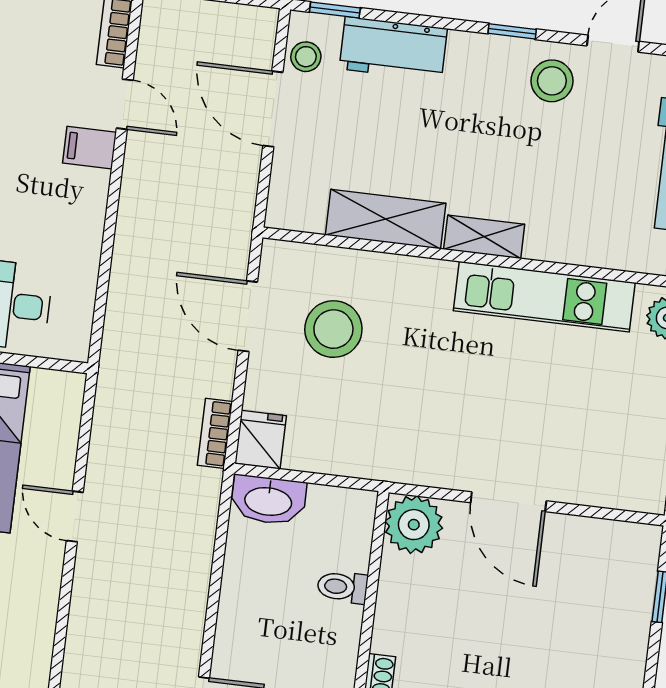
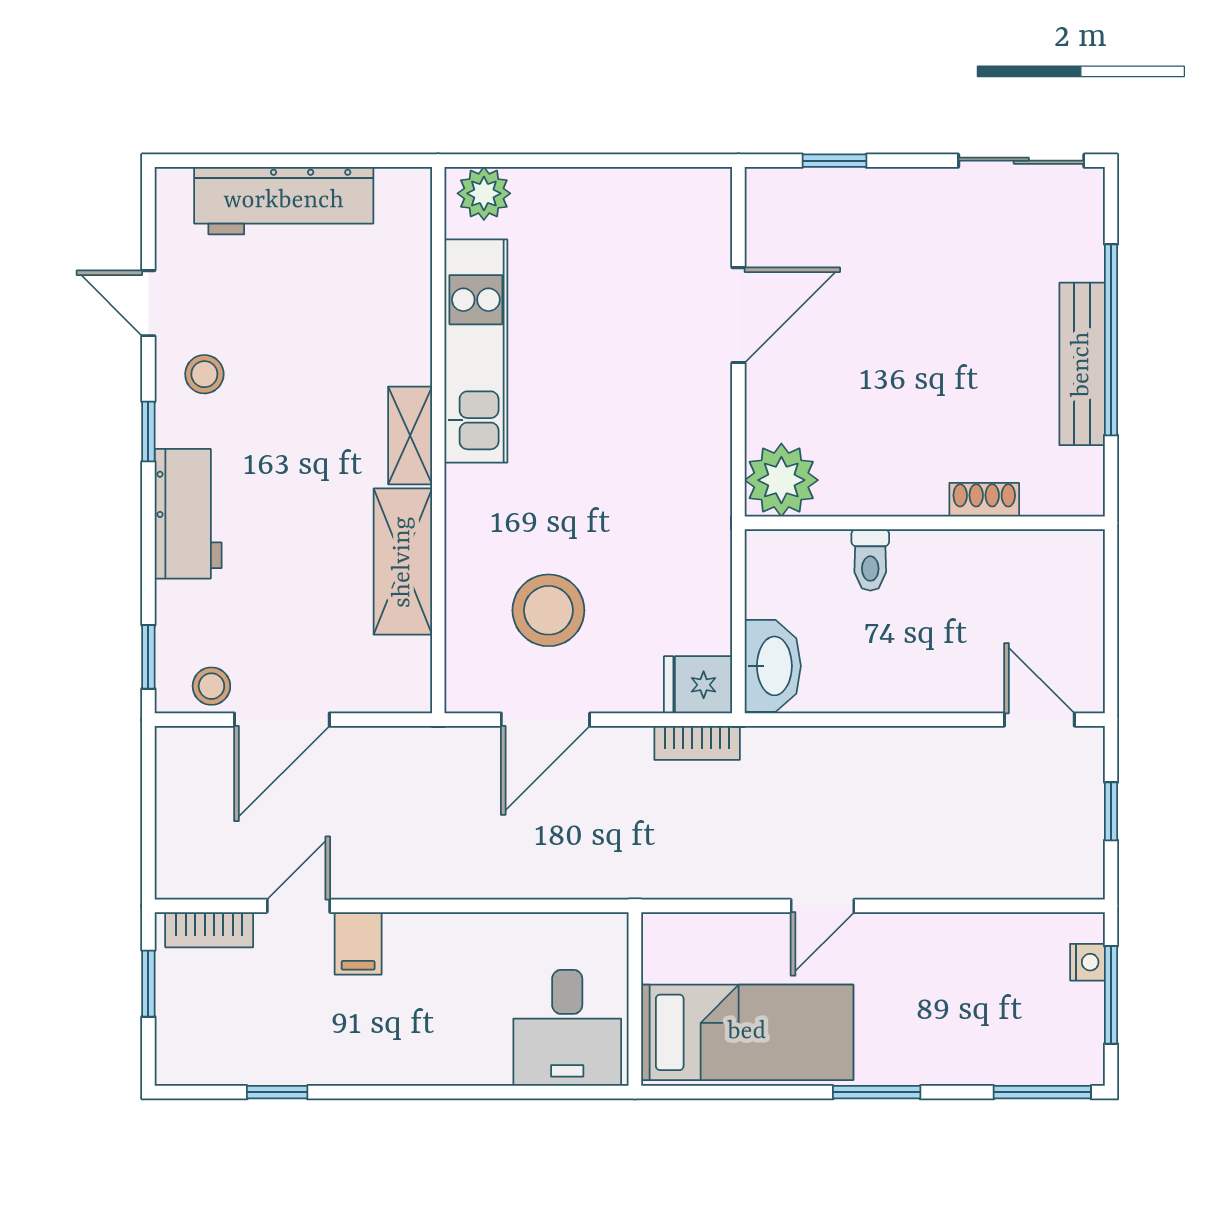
workbench: (393, 49) -> (188, 514), moved
stool: (552, 81) -> (204, 374), width x0.73, depth x0.73
door: (508, 502) -> (738, 315), moved

